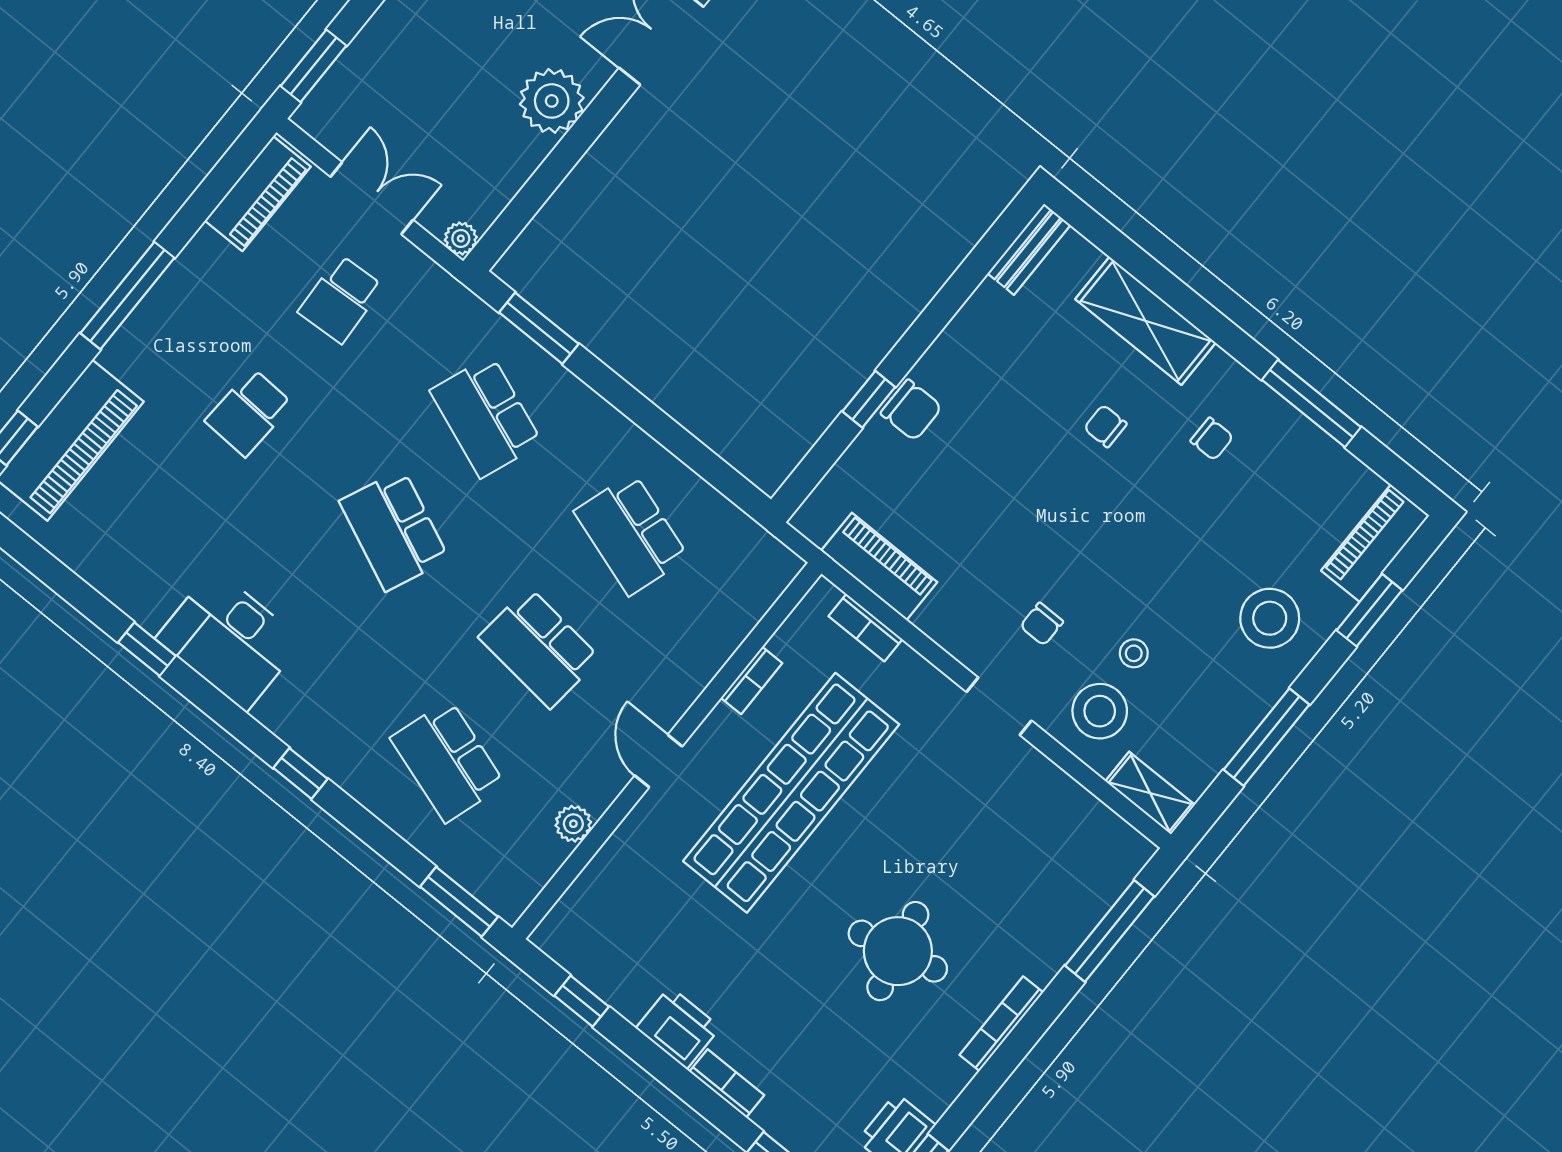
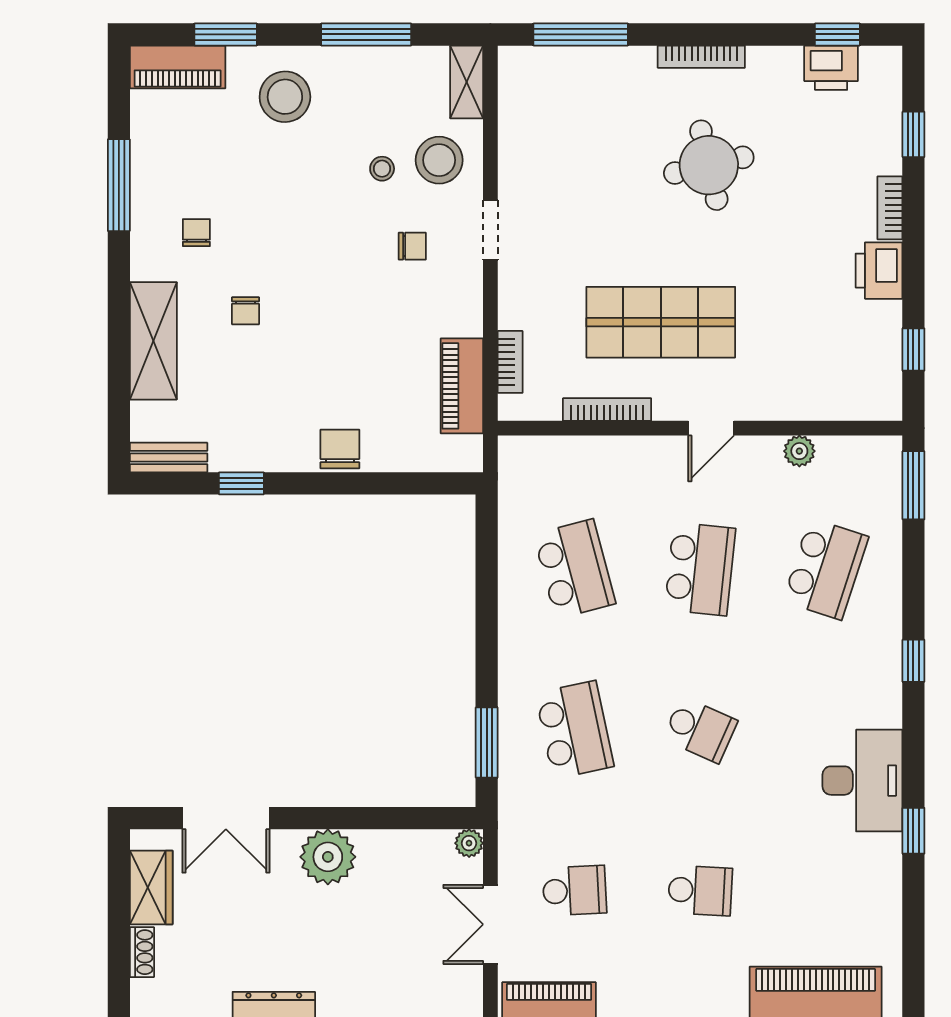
window: (869, 399) -> (241, 483), moved
school desk: (486, 417) -> (575, 730), turned -33
school desk: (394, 530) -> (700, 730), width x0.54
school desk: (631, 534) -> (575, 569), turned -33
bookcase: (752, 680) -> (607, 409), width x1.56
shop shelf: (791, 793) -> (661, 322), width x0.71

